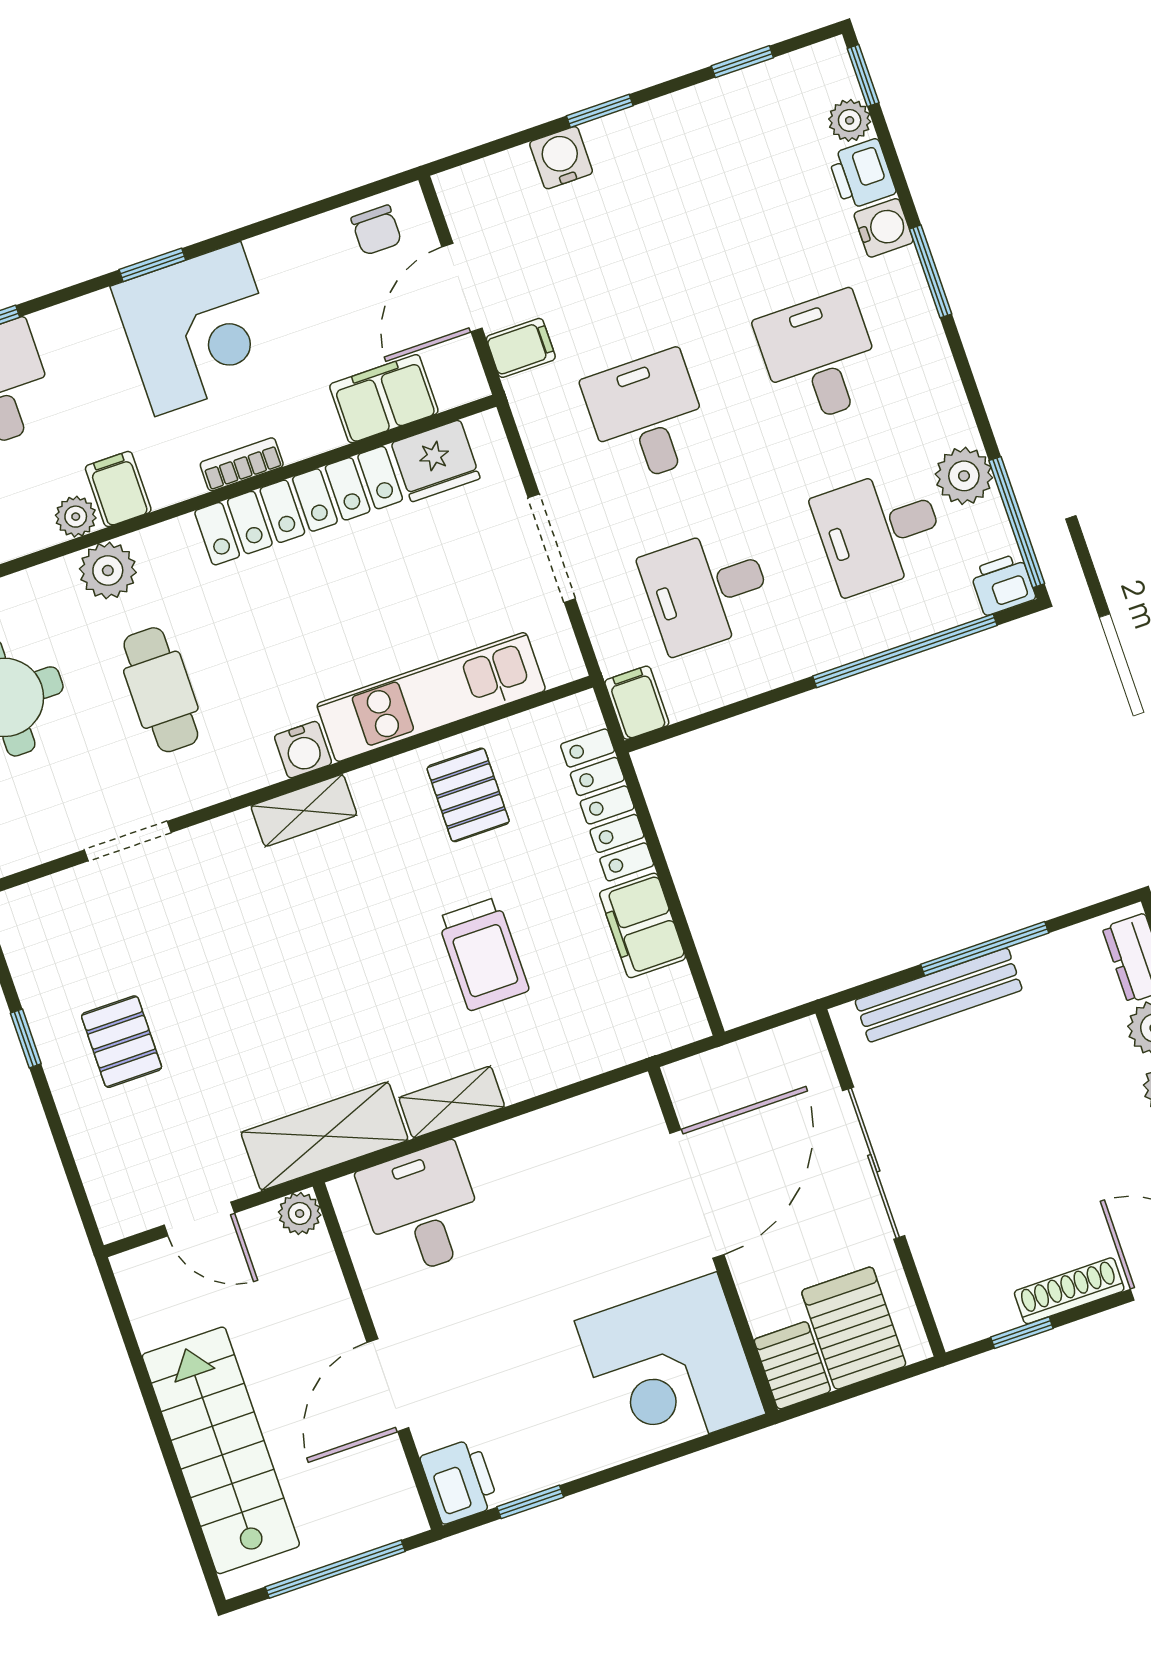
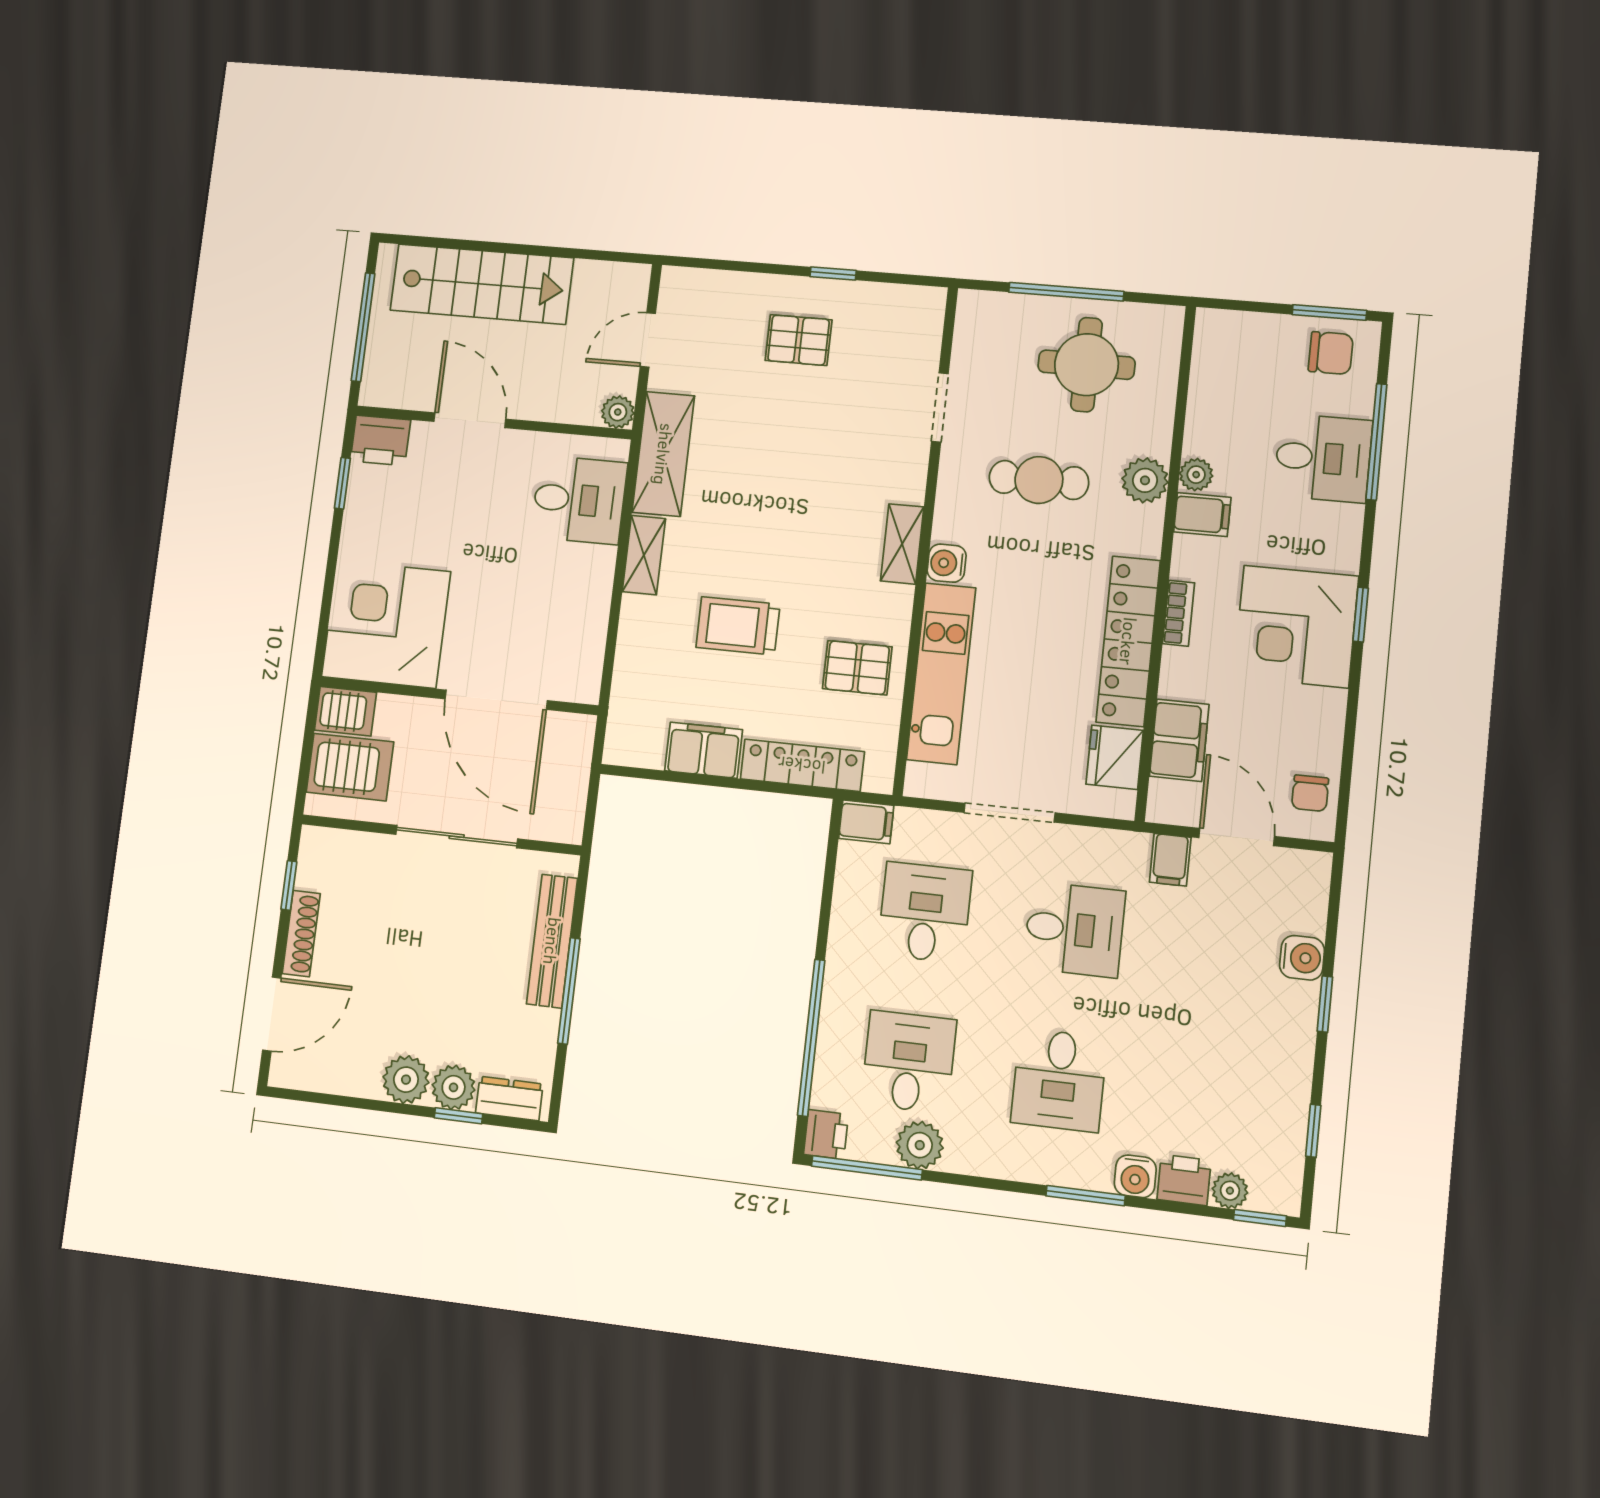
chair: (376, 230) -> (1310, 793), turned -90
desk: (820, 358) -> (1059, 1080), turned 90

